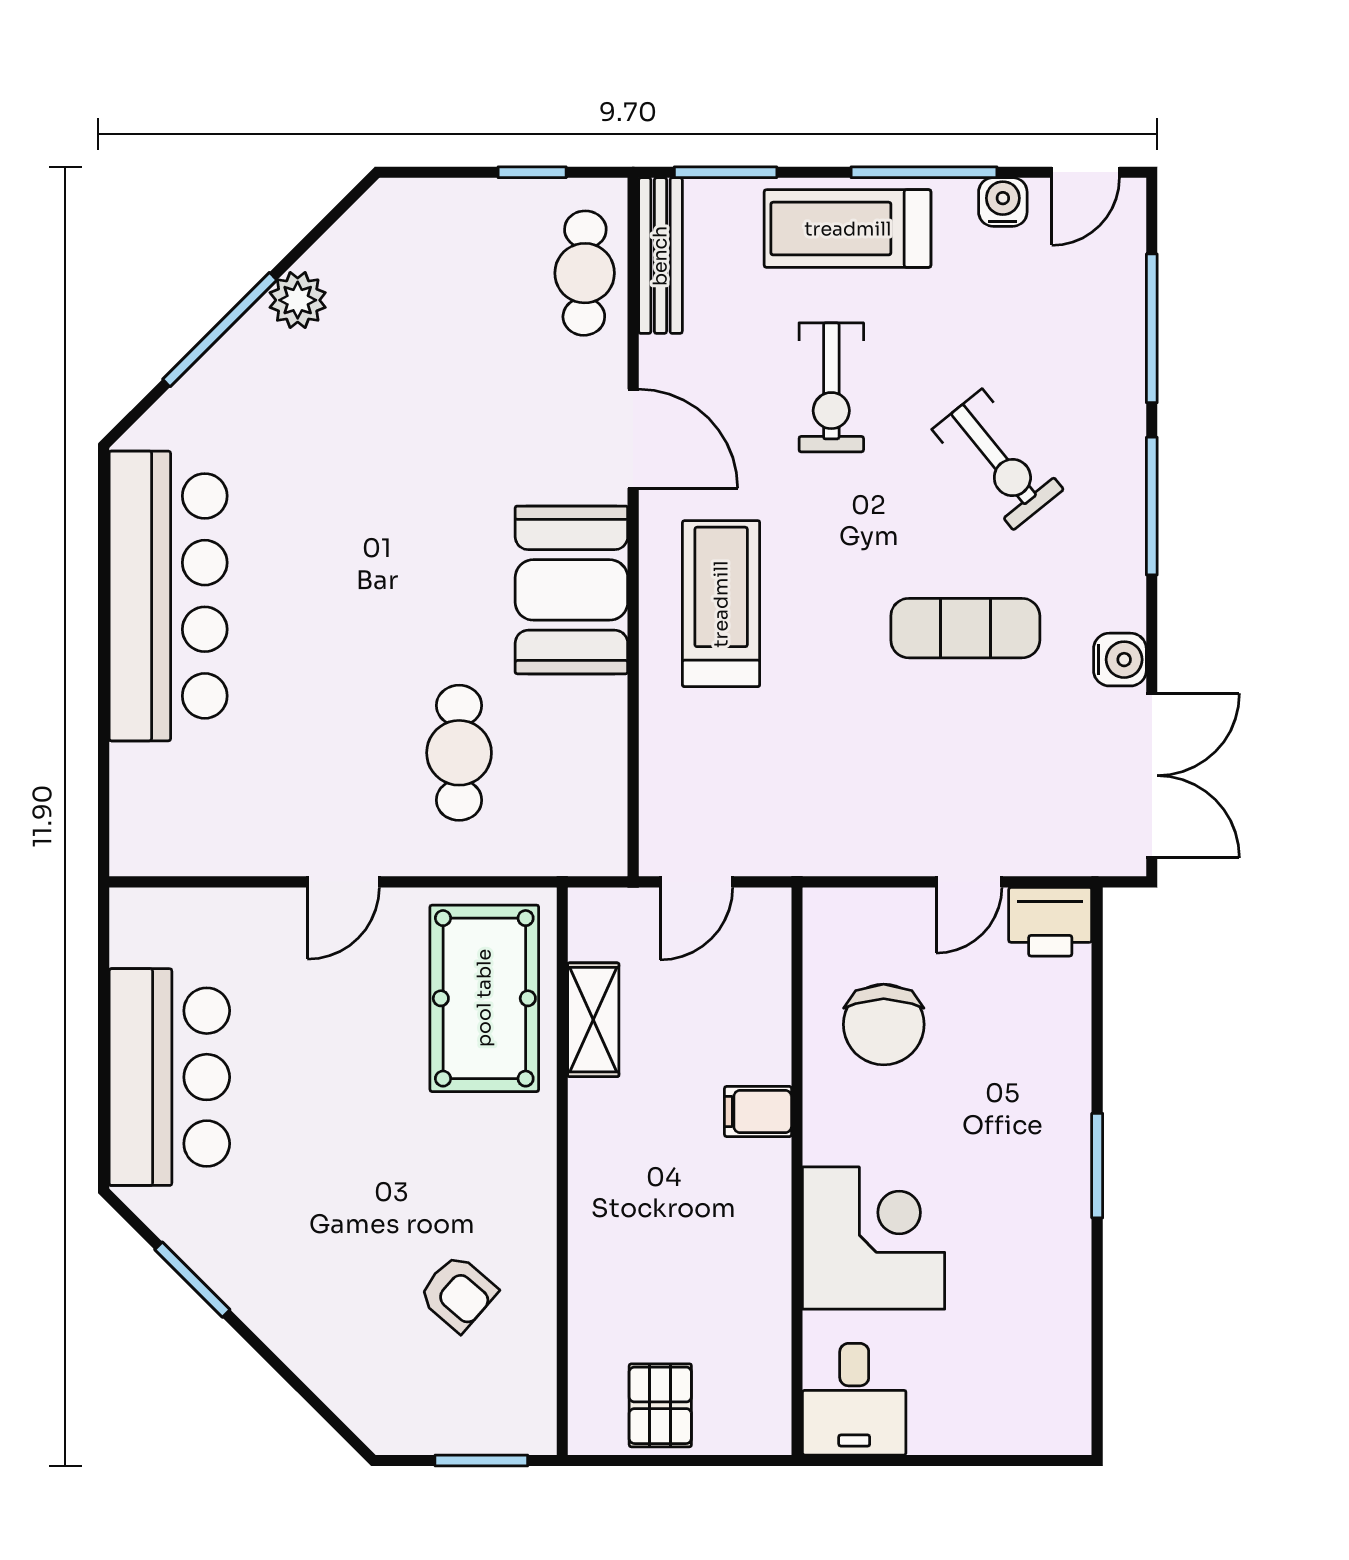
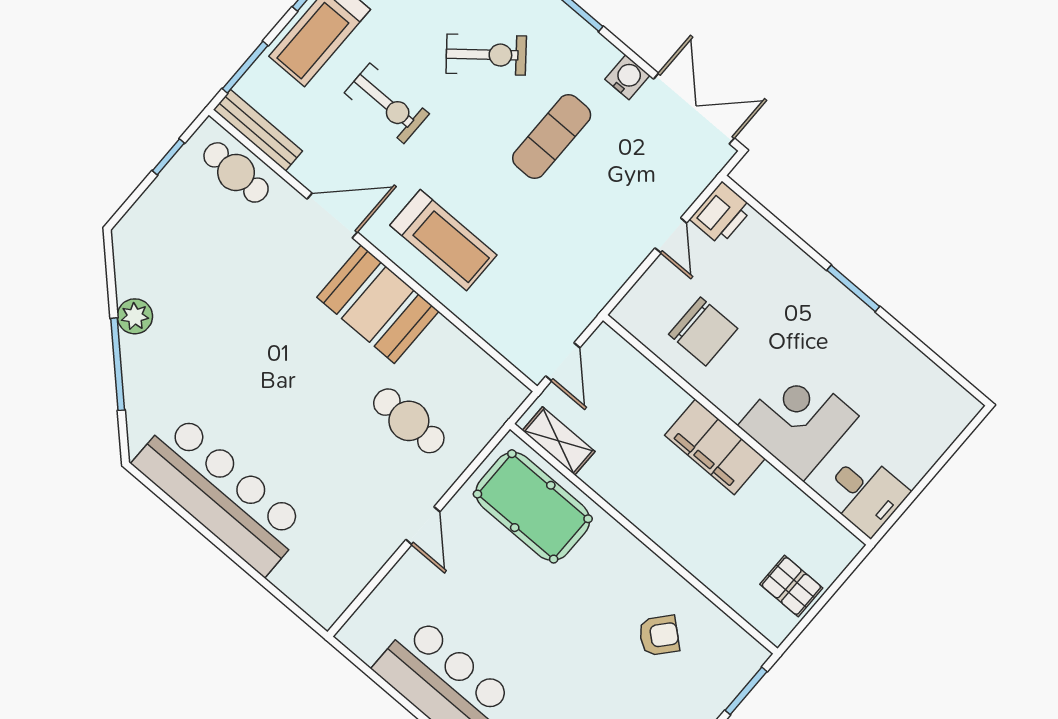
treadmill: (721, 604) -> (443, 240), turned 180
shelving: (593, 1020) -> (559, 441), moved
filing cabinet: (758, 1112) -> (715, 447), width x3.00, depth x1.17

